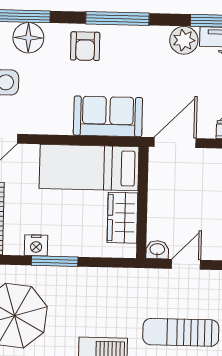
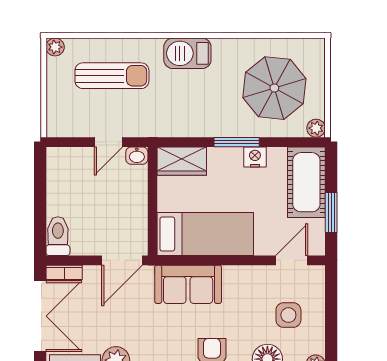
wardrobe: (122, 218) -> (182, 161), moved, turned 90

